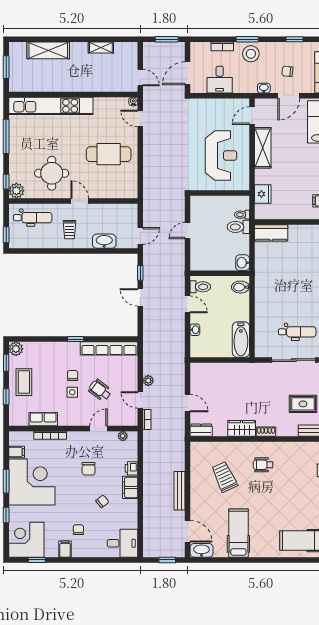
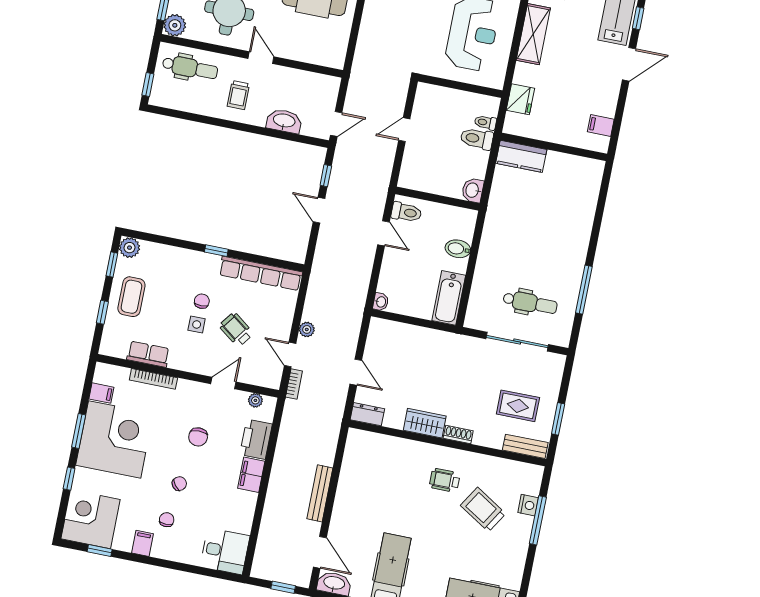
bidet: (240, 287) -> (458, 249), moved
washbasin: (195, 330) -> (381, 302), moved
printer: (131, 468) -> (256, 439), width x1.87, depth x1.48
trolley: (224, 477) -> (483, 510), moved, turned -33
chair: (102, 501) -> (179, 484), moved

